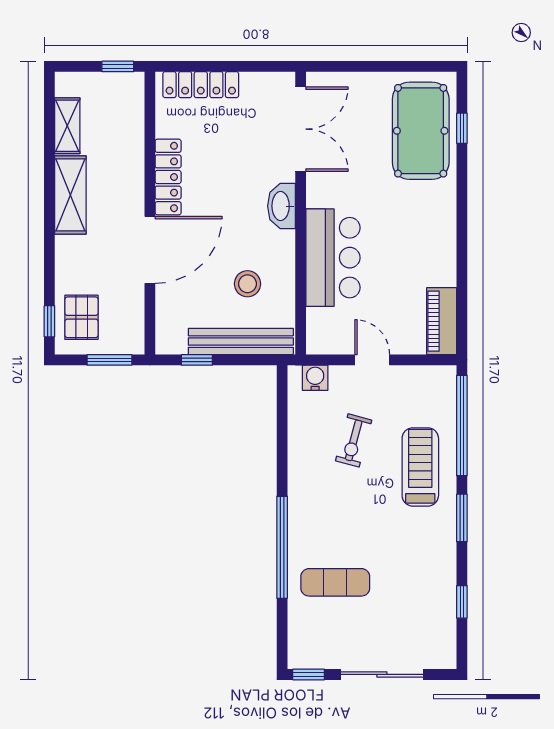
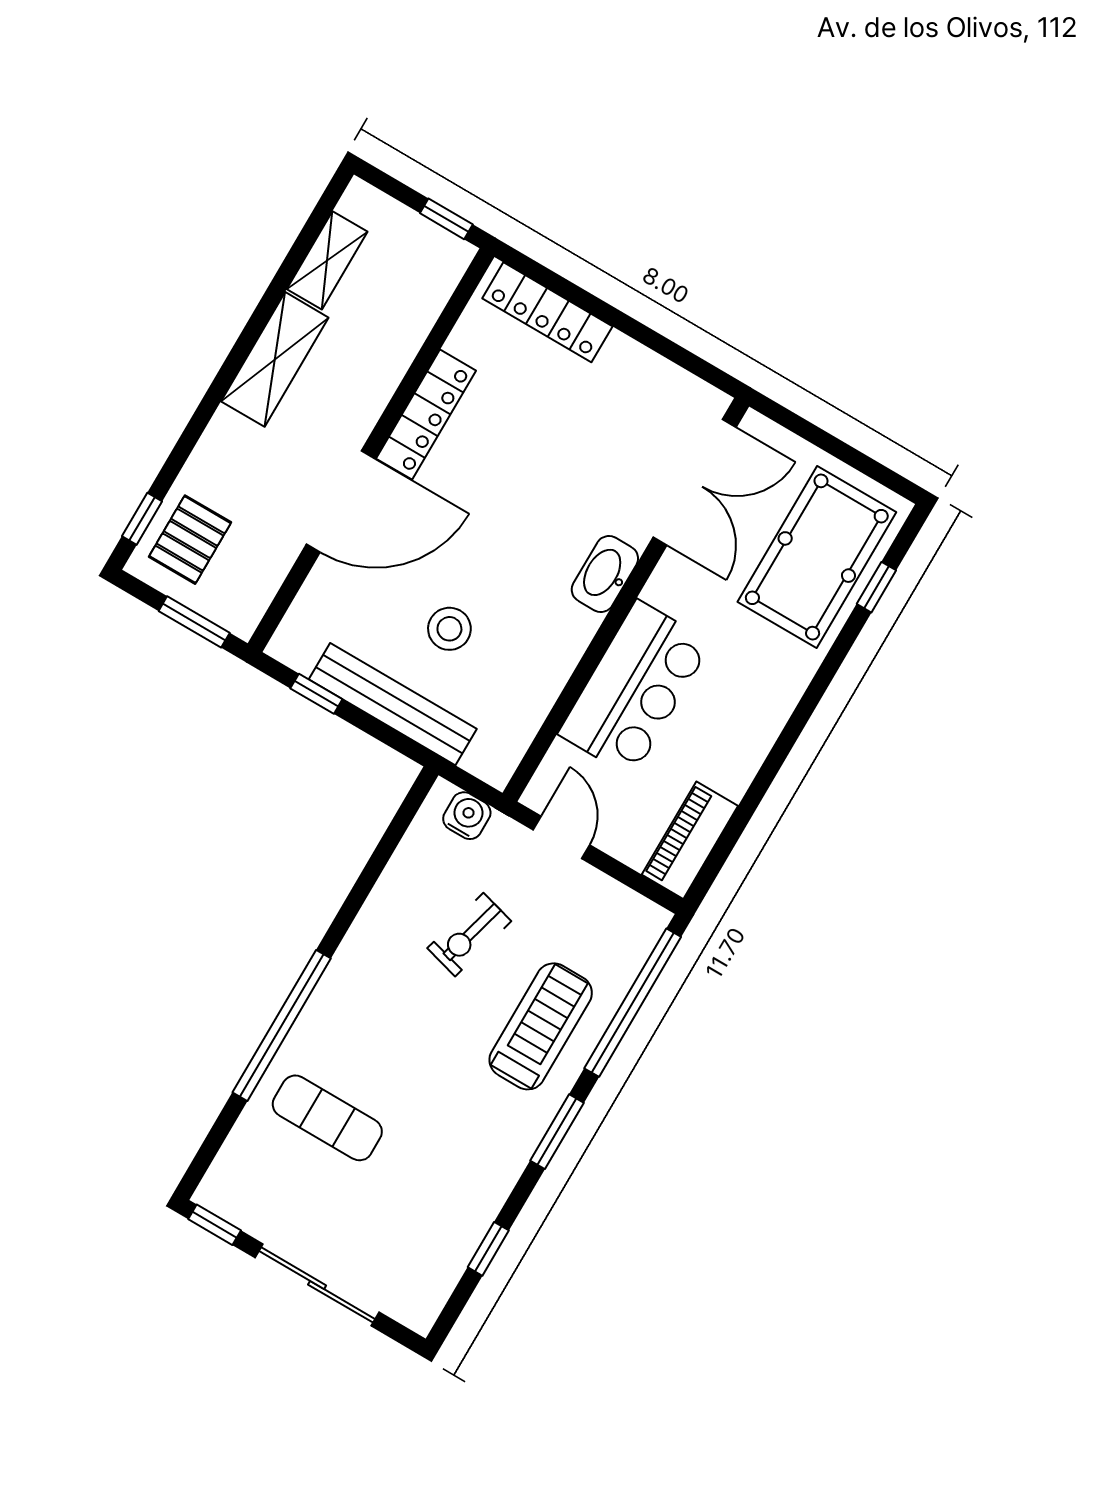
double door: (301, 129) -> (695, 482), moved
washbasin: (281, 206) -> (605, 574), moved
wall: (301, 213) -> (626, 600), moved
bar counter: (333, 258) -> (635, 688), moved

